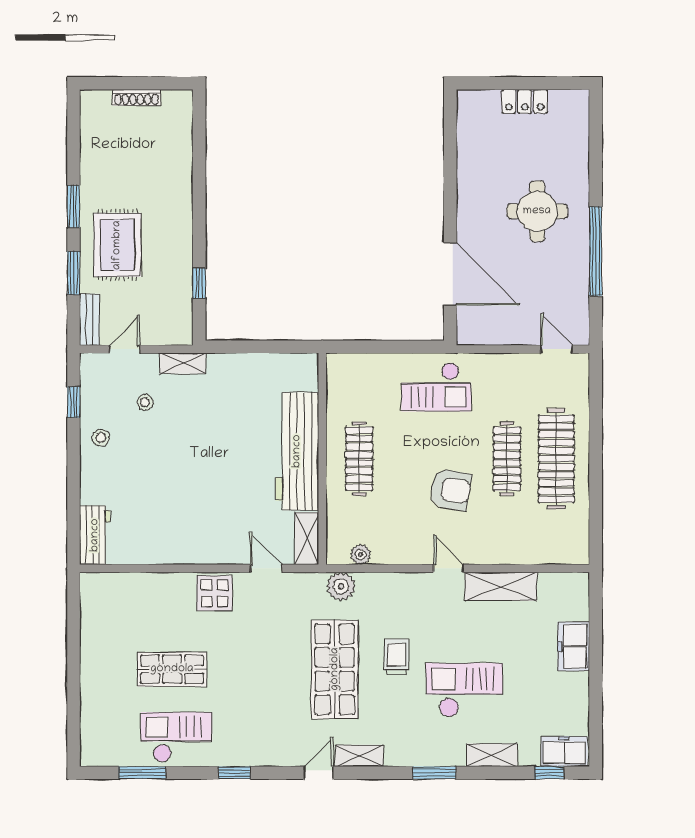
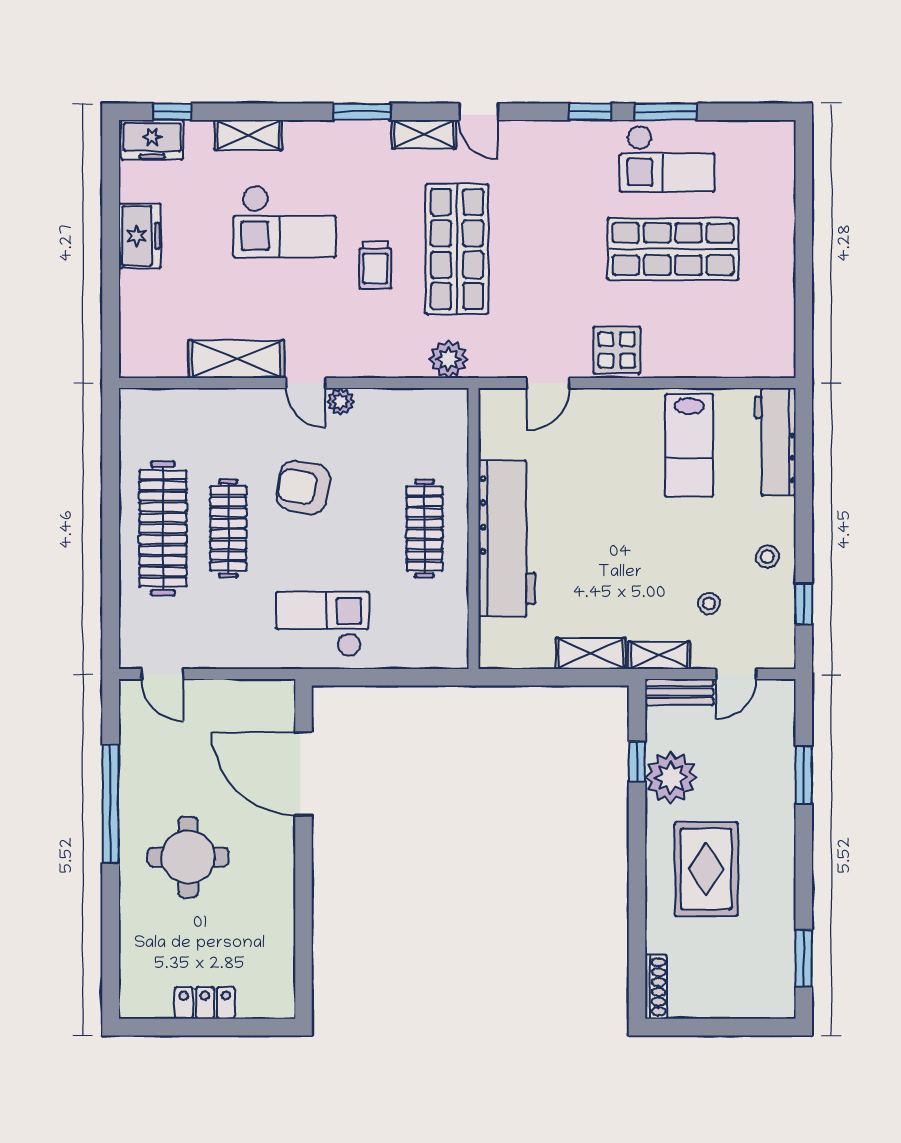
shoe rack: (137, 98) -> (656, 987), moved, turned 90
window: (74, 207) -> (804, 958), moved
rug: (117, 245) -> (706, 869), moved
plant: (174, 271) -> (671, 777), added
bench: (90, 320) -> (679, 692), moved, turned 90
lab bench: (160, 521) -> (689, 445), added
workbench: (95, 535) -> (775, 442), width x1.37
shelving: (307, 538) -> (591, 653), moved, turned 90
plant: (361, 554) -> (341, 401), moved
door: (266, 568) -> (548, 383), hinge flipped
freezer: (574, 646) -> (140, 236), moved
shop shelf: (172, 669) -> (673, 249), width x1.43, depth x1.36
window: (142, 773) -> (666, 112), moved
door: (318, 773) -> (479, 112), hinge flipped
window: (434, 773) -> (362, 112), moved

